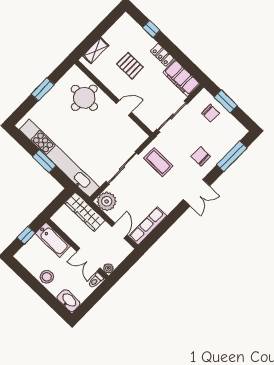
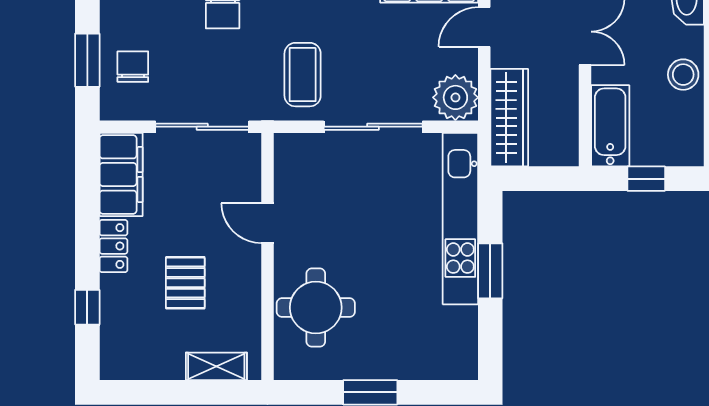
kitchen unit: (59, 158) -> (460, 219), width x0.73

